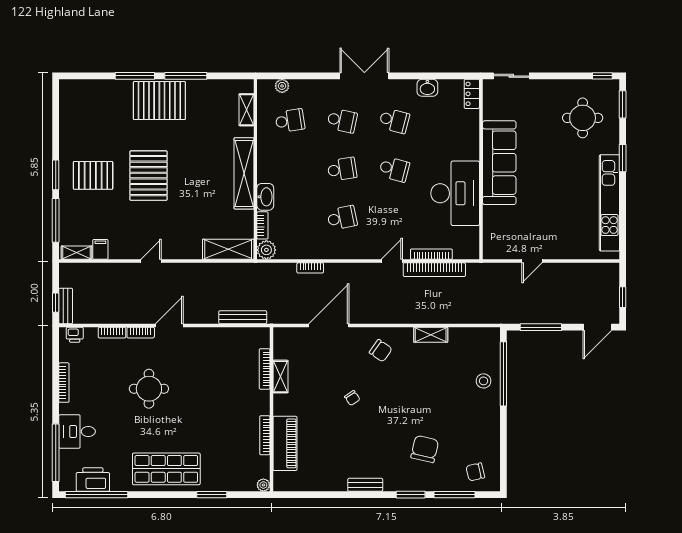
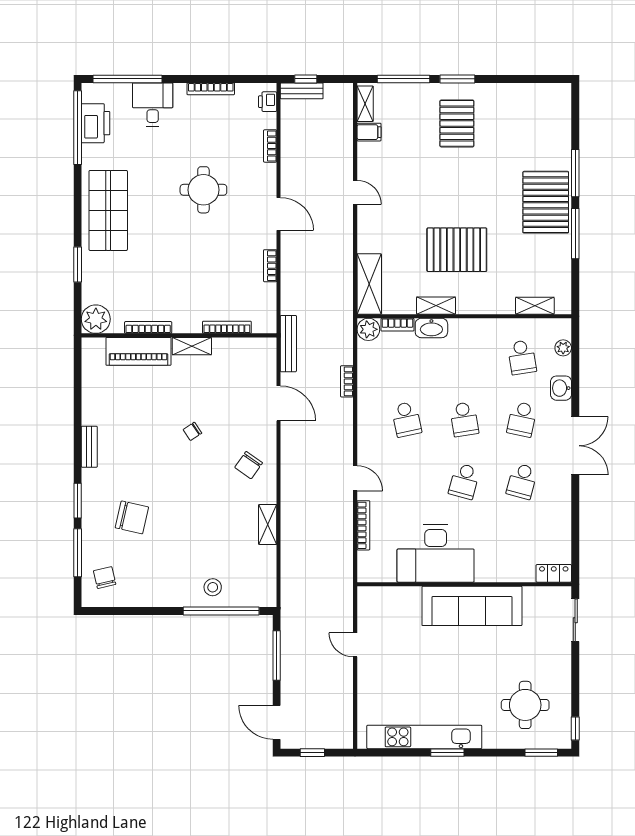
washbasin: (427, 88) -> (561, 388), moved
window: (623, 158) -> (447, 753), moved
shelving: (244, 173) -> (436, 306), width x0.45, depth x0.75
pallet: (148, 176) -> (457, 250), moved
bookcase: (434, 270) -> (345, 529), removed
bench: (243, 317) -> (288, 344), moved
door: (329, 325) -> (279, 403), width x0.73
bookcase: (141, 333) -> (270, 266), moved
shelving: (280, 377) -> (192, 346), moved
plant: (263, 485) -> (96, 319), width x1.87, depth x1.87

